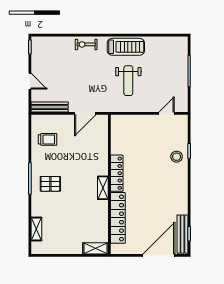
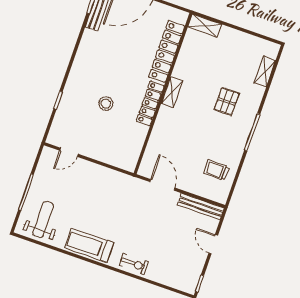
weight bench: (128, 81) -> (43, 219), moved
door: (85, 113) -> (162, 185), hinge flipped
stool: (177, 157) -> (106, 104), moved
pallet: (50, 184) -> (227, 101), moved, turned 90

